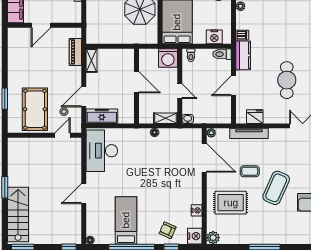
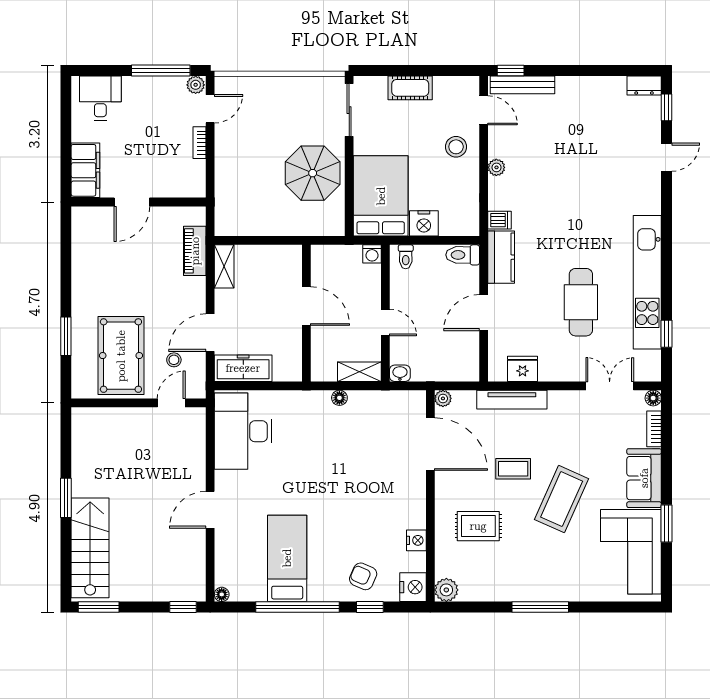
nightstand: (214, 37) -> (424, 223), moved
washing machine: (168, 58) -> (372, 254), width x0.53, depth x0.53
rug: (231, 203) -> (478, 526), width x0.73, depth x0.70

